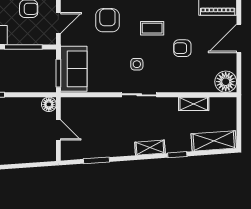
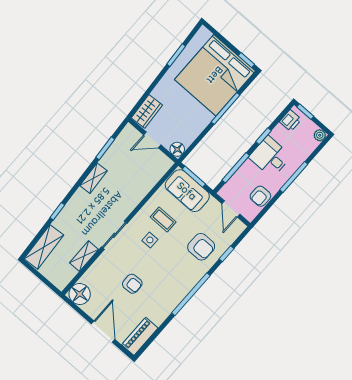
coffee table: (152, 28) -> (163, 220), moved, turned 90
armchair: (182, 48) -> (132, 284), turned 88
sliding door: (139, 95) -> (114, 235), moved
shelving: (150, 148) -> (93, 178), moved
wardrobe: (40, 153) -> (147, 111), added

